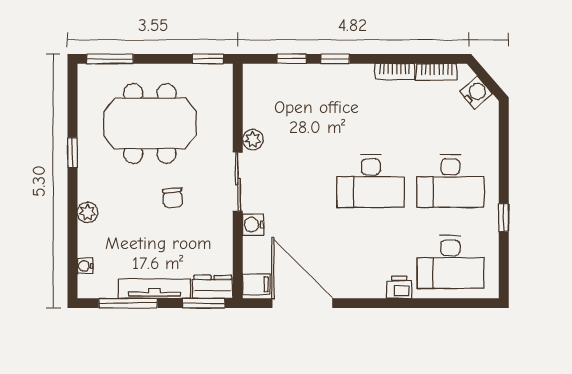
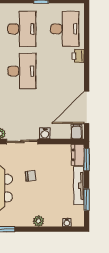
window: (128, 303) -> (87, 200), width x0.69

